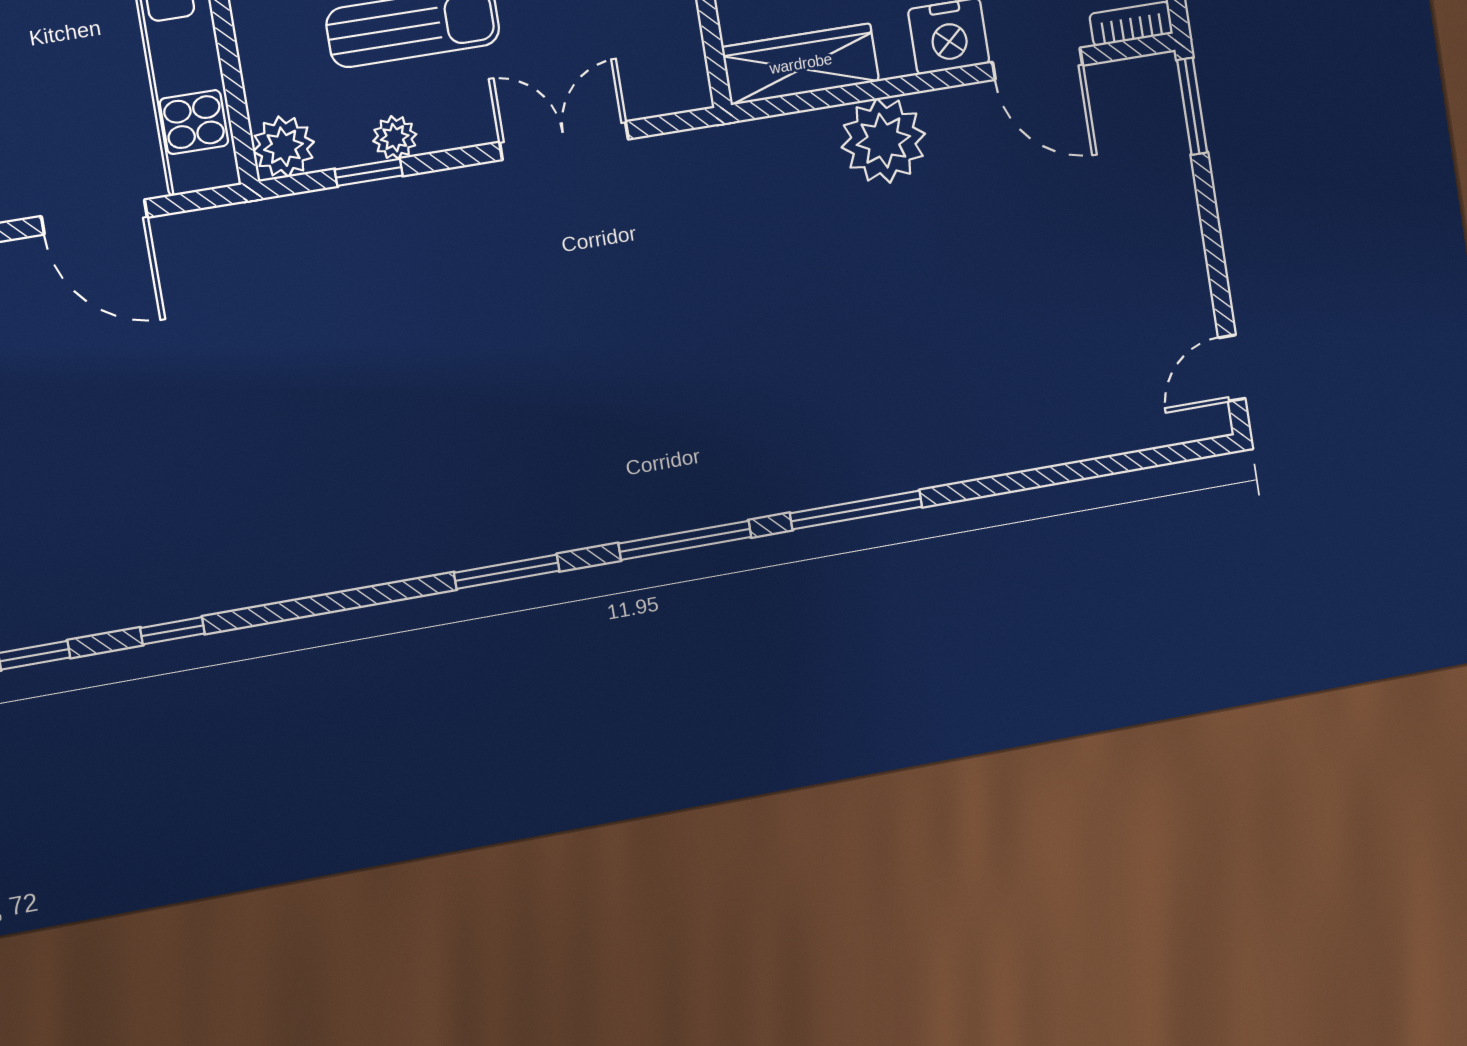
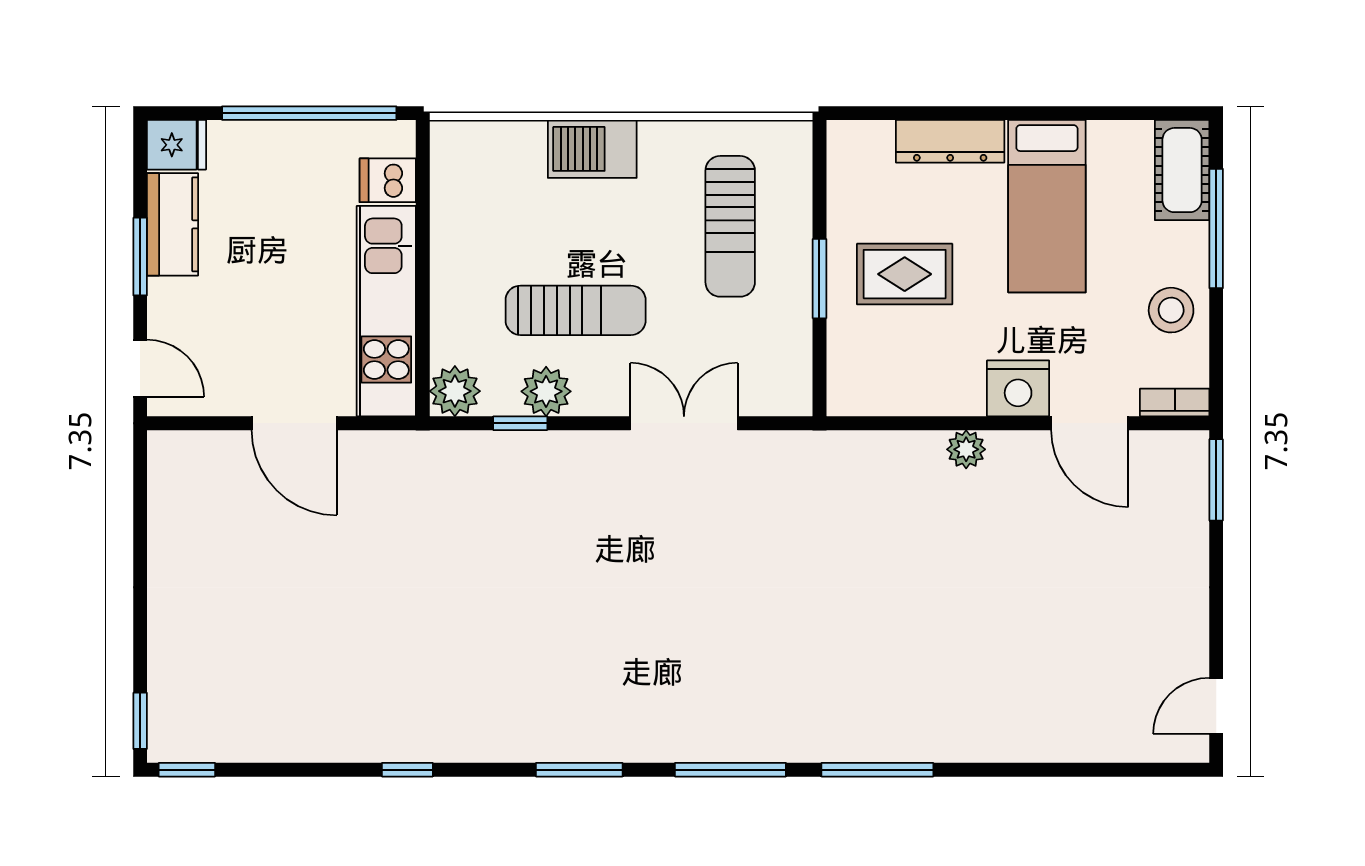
wardrobe: (801, 64) -> (890, 392), removed
plant: (395, 138) -> (546, 391), width x1.38, depth x1.38
plant: (883, 141) -> (966, 449), width x0.53, depth x0.53
window: (173, 631) -> (407, 770), moved

